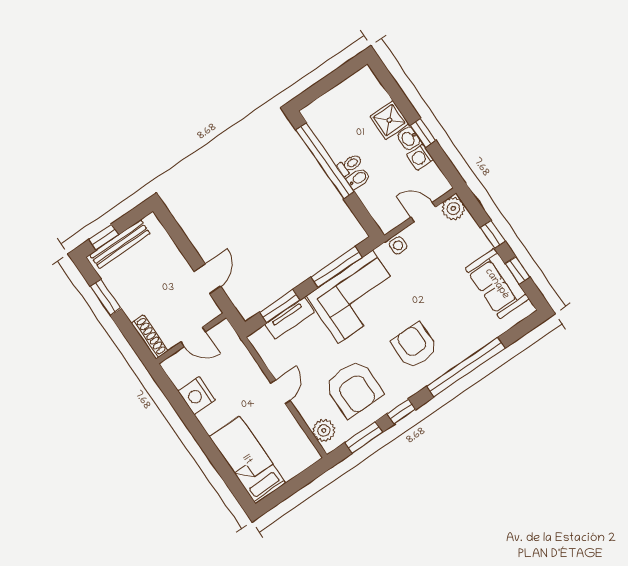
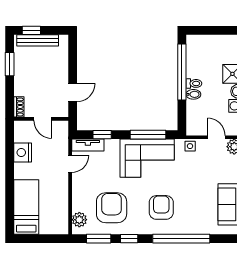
window: (280, 306) -> (102, 135), width x0.67
tv unit: (290, 318) -> (88, 145), moved
shoe rack: (150, 337) -> (19, 107), width x0.70
armchair: (354, 388) -> (112, 208), turned 180
door: (281, 392) -> (70, 164), moved

